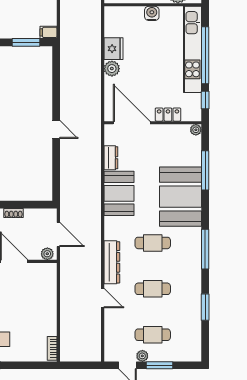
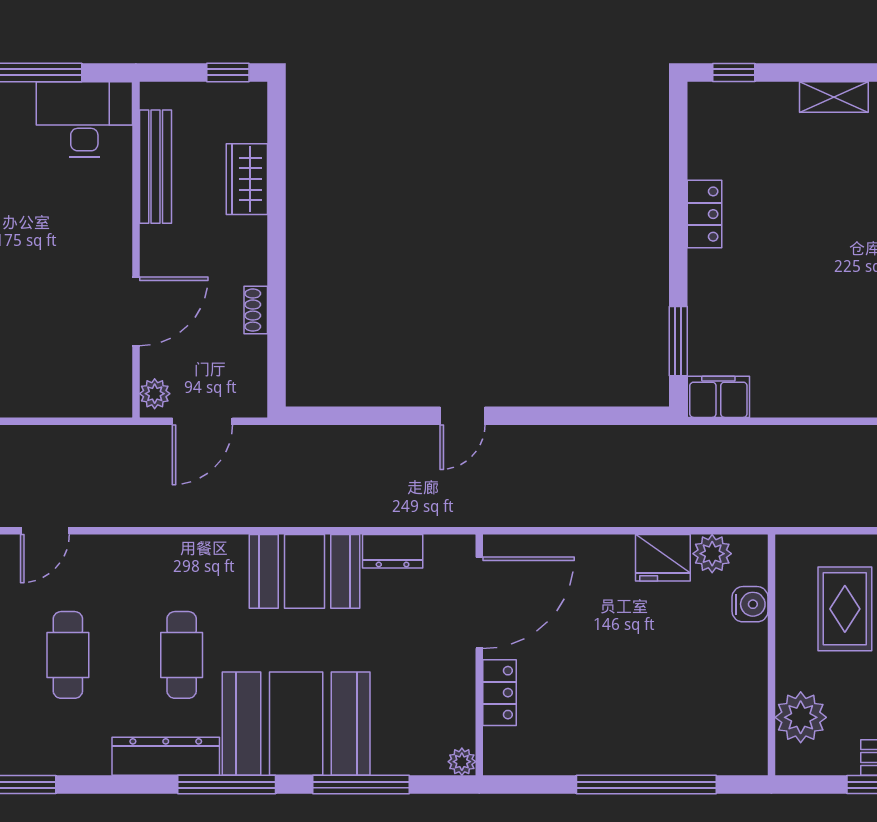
water cooler: (152, 13) -> (750, 604), moved
filing cabinet: (49, 32) -> (718, 397), width x2.00
kitchen unit: (192, 49) -> (661, 753), removed
plant: (112, 69) -> (712, 554), moved
window: (205, 100) -> (535, 785), removed
window: (205, 249) -> (227, 785), moved
dresser: (112, 262) -> (166, 756), moved, turned 180

